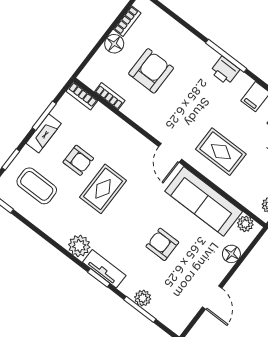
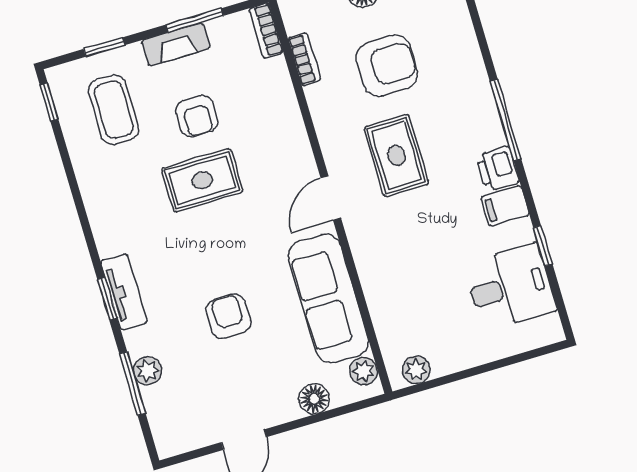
printer: (225, 71) -> (498, 169), moved
rug: (221, 152) -> (396, 155), moved
plant: (79, 246) -> (112, 235), removed

